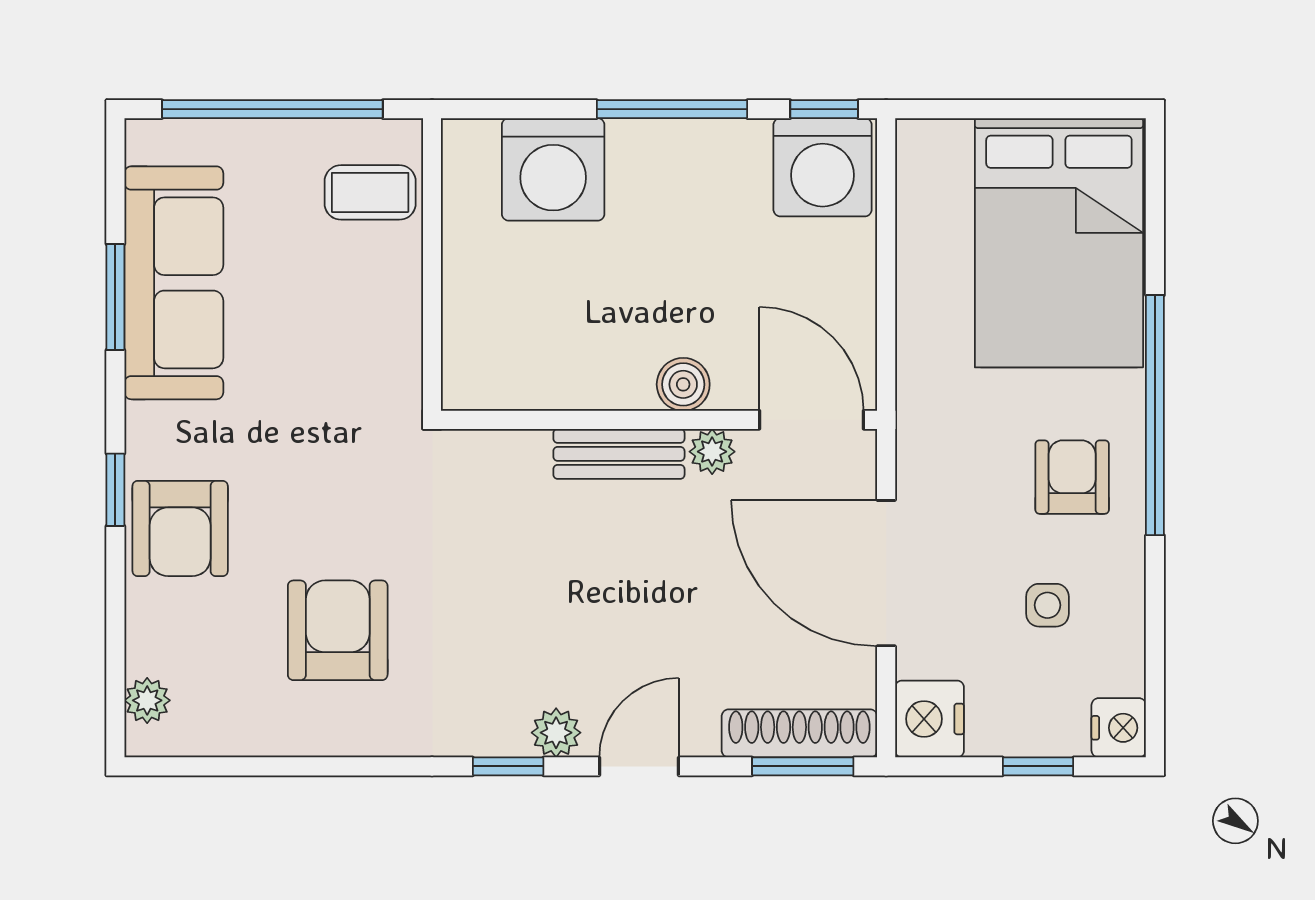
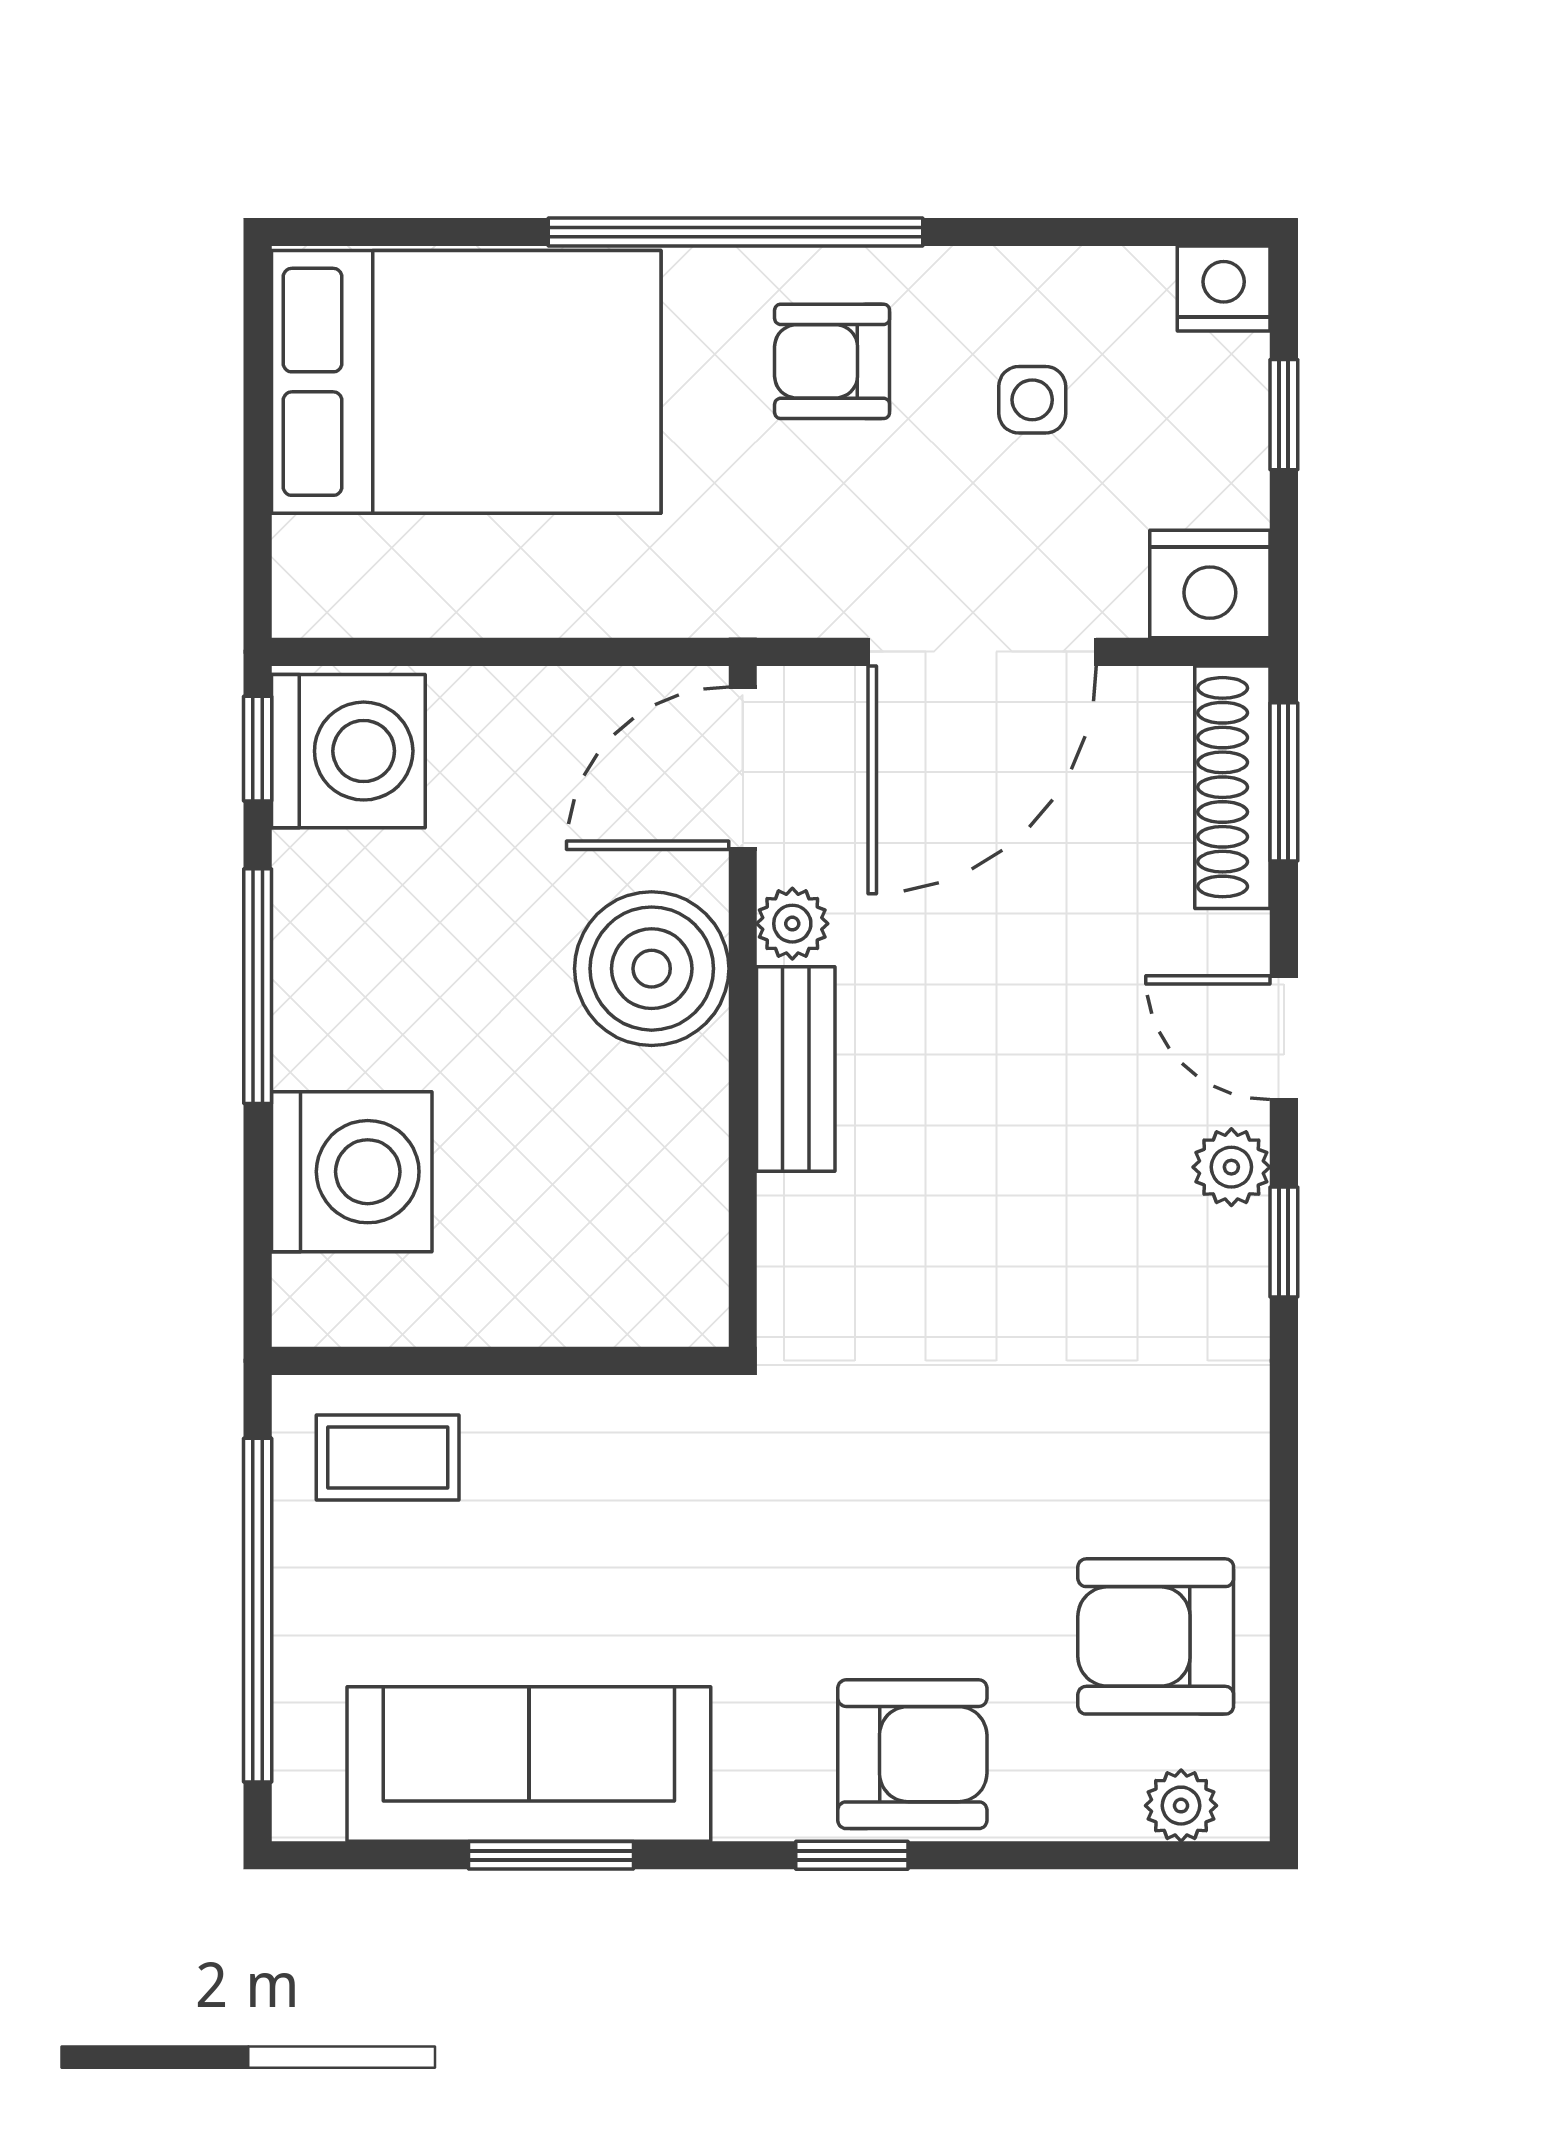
coffee table: (370, 192) -> (388, 1457), turned 90
boiler: (683, 384) -> (652, 969), width x1.86, depth x1.86
armchair: (338, 630) -> (1156, 1636), moved

